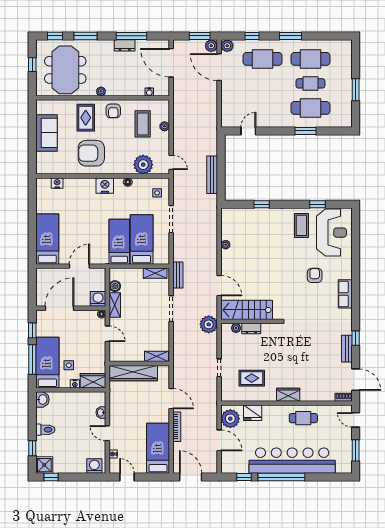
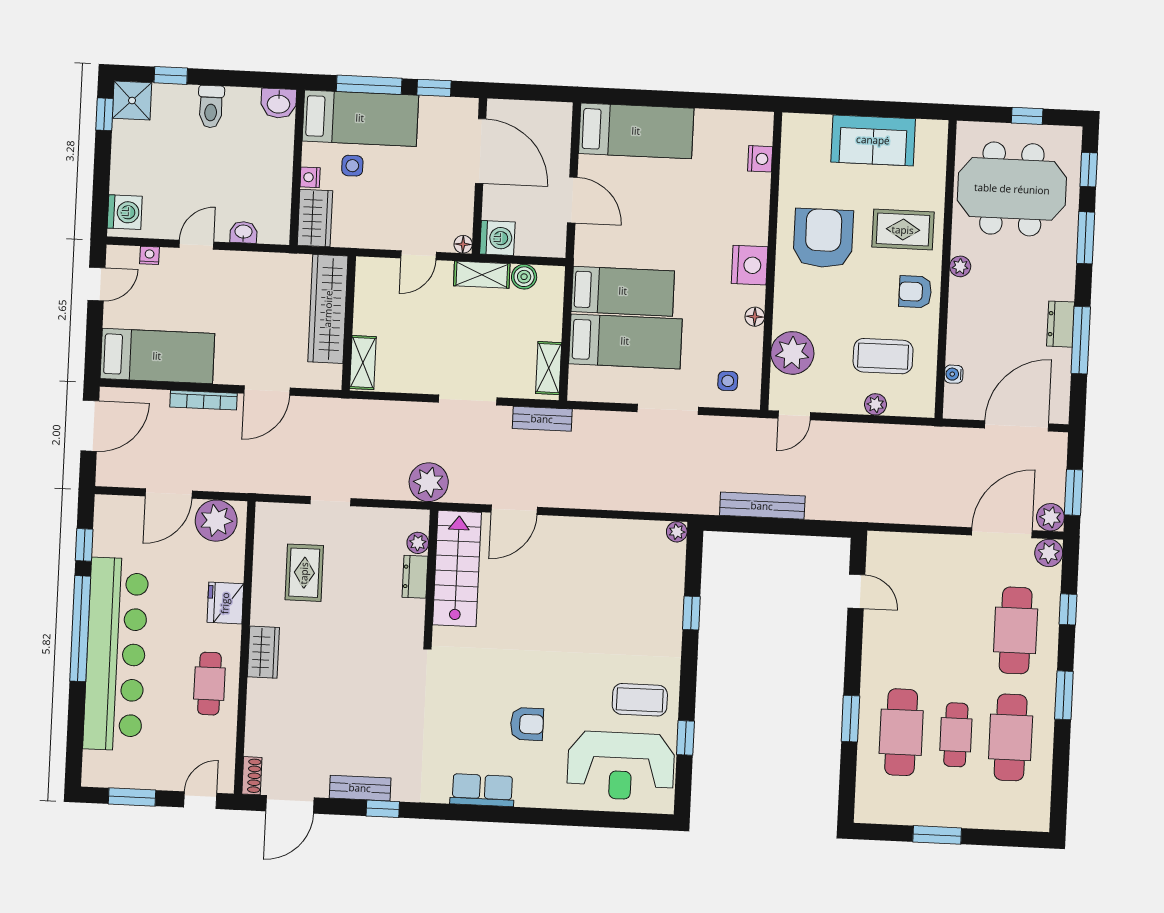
plant: (226, 245) -> (677, 532), moved
fridge: (253, 413) -> (225, 603), moved

